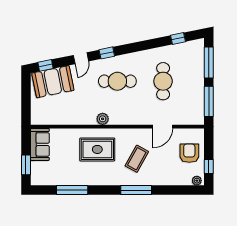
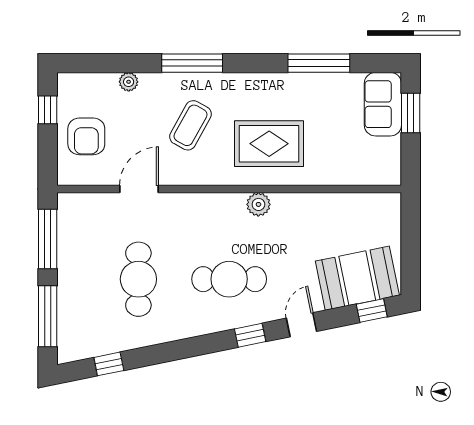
sofa: (40, 144) -> (383, 104), moved
plant: (197, 181) -> (129, 82), moved

